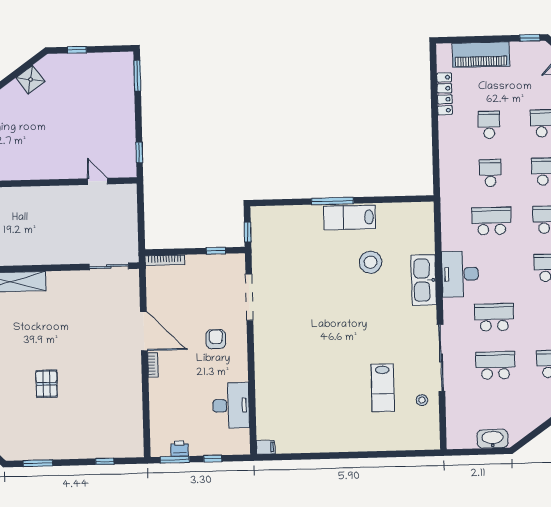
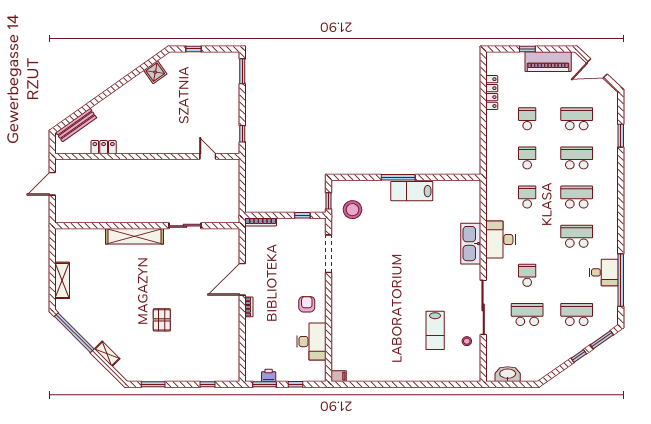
window: (530, 38) -> (527, 49), moved
piano: (481, 55) -> (548, 62), moved
school desk: (492, 221) -> (527, 197), width x0.54
stool: (371, 262) -> (352, 210), moved
sliding door: (109, 266) -> (185, 226), moved
school desk: (494, 317) -> (527, 275), width x0.54
door: (144, 331) -> (242, 279), swing flipped
armchair: (216, 339) -> (307, 304), moved
washbasin: (493, 439) -> (508, 374), moved

